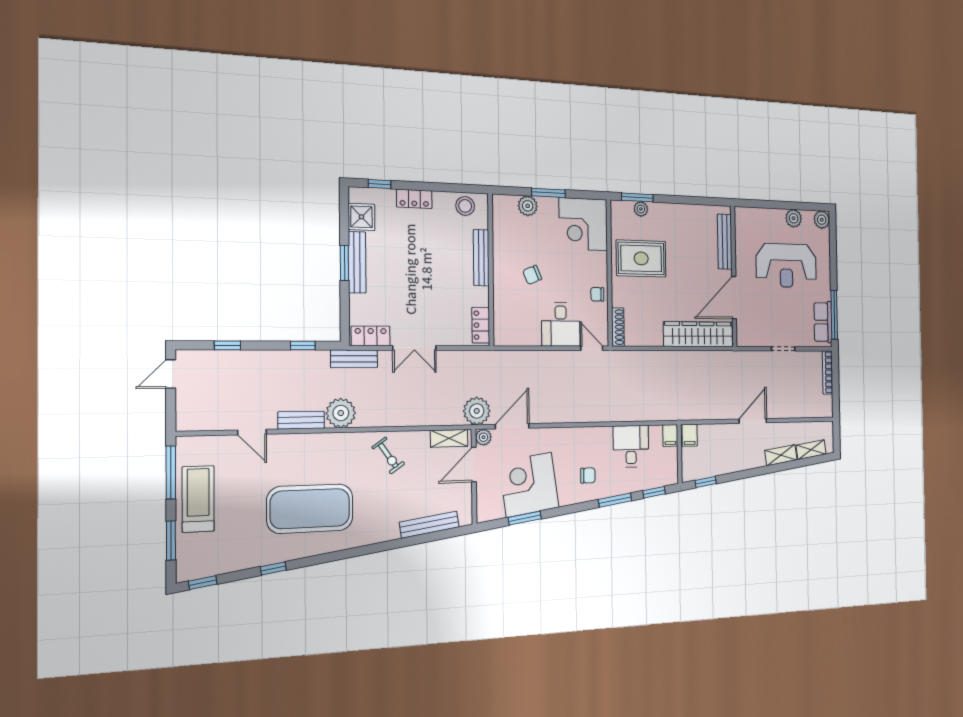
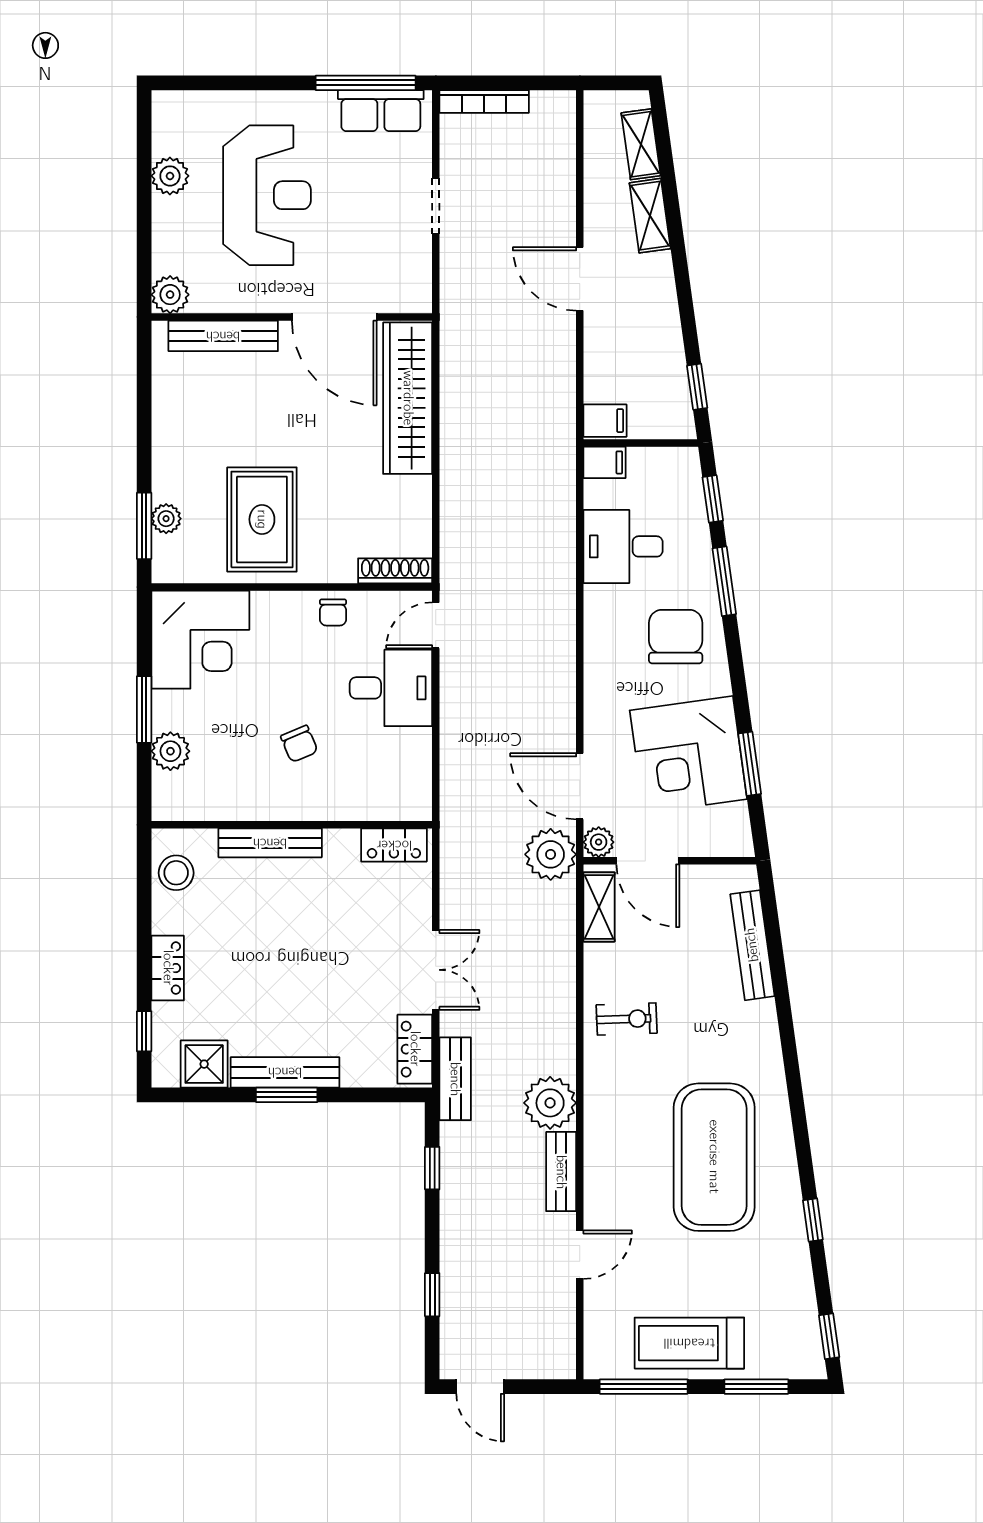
plant: (822, 220) -> (170, 295), moved
exercise bike: (388, 455) -> (627, 1019), turned 33
chair: (588, 475) -> (676, 637), width x1.87, depth x1.87

